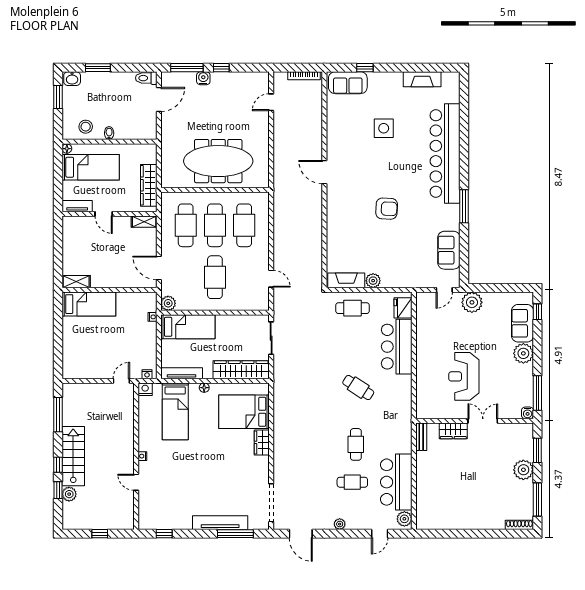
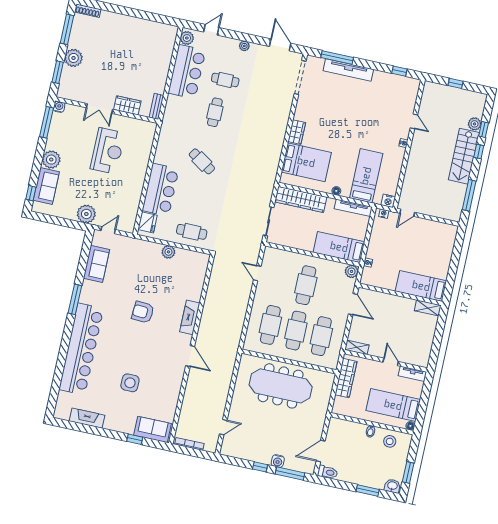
fireplace: (346, 280) -> (190, 317), moved, turned 90

